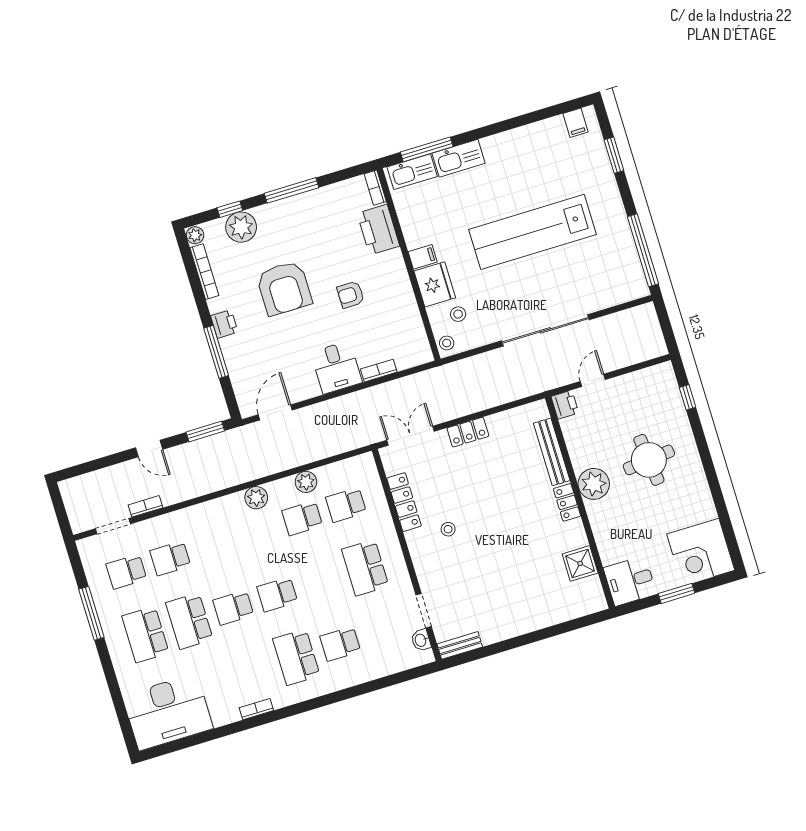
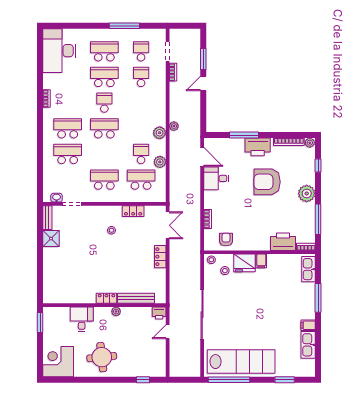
filing cabinet: (576, 123) -> (308, 325), moved
window: (427, 149) -> (318, 298), moved
kitchen sink: (459, 158) -> (308, 345), moved
window: (291, 190) -> (318, 219), moved
plant: (241, 227) -> (307, 193), moved
lab bench: (533, 232) -> (241, 362), moved, turned 90
armchair: (351, 295) -> (226, 239), moved
printer: (224, 324) -> (258, 147), width x1.87, depth x1.48
desk: (336, 367) -> (216, 178), moved
door: (593, 380) -> (168, 332), swing flipped
window: (205, 431) -> (203, 59), moved
round table: (649, 460) -> (102, 357), moved
plant: (237, 477) -> (174, 126), added
plant: (594, 484) -> (116, 311), width x0.53, depth x0.53
locker: (404, 502) -> (133, 211), width x0.66
school desk: (346, 505) -> (141, 180), width x1.85
shower: (580, 563) -> (51, 239), moved
desk: (630, 581) -> (82, 319), moved
window: (677, 593) -> (40, 323), moved
school desk: (277, 594) -> (104, 128), width x1.85
school desk: (340, 644) -> (68, 154), width x1.85

